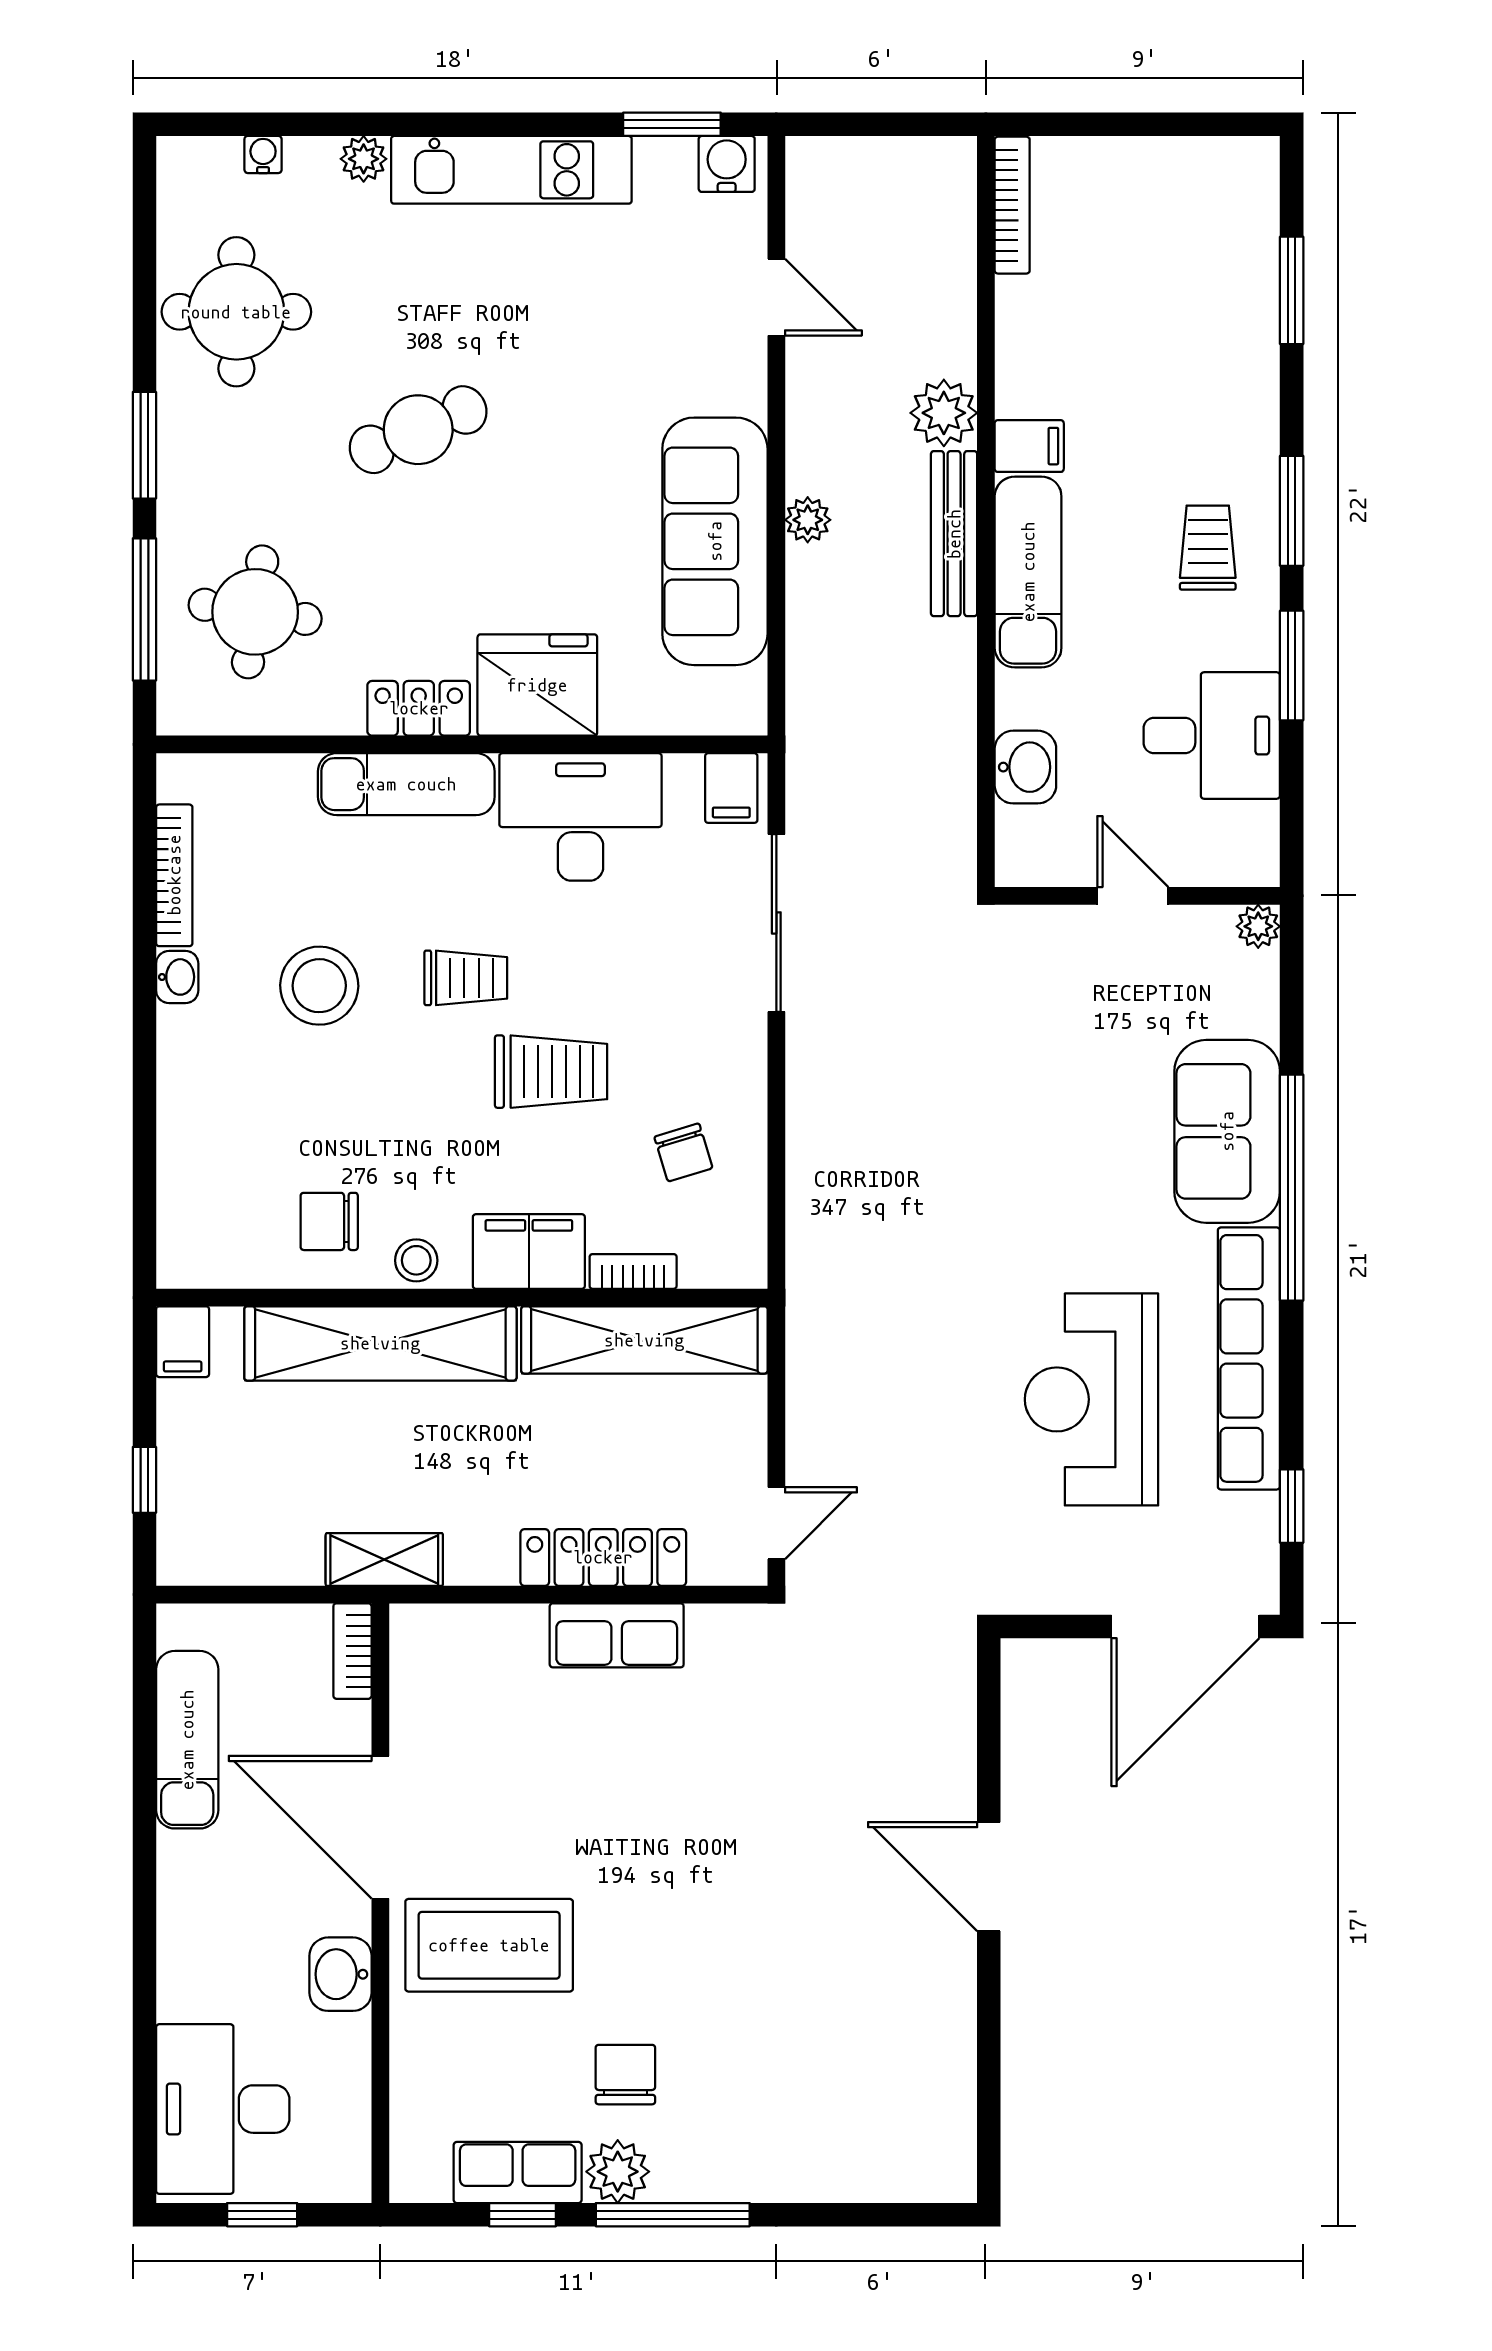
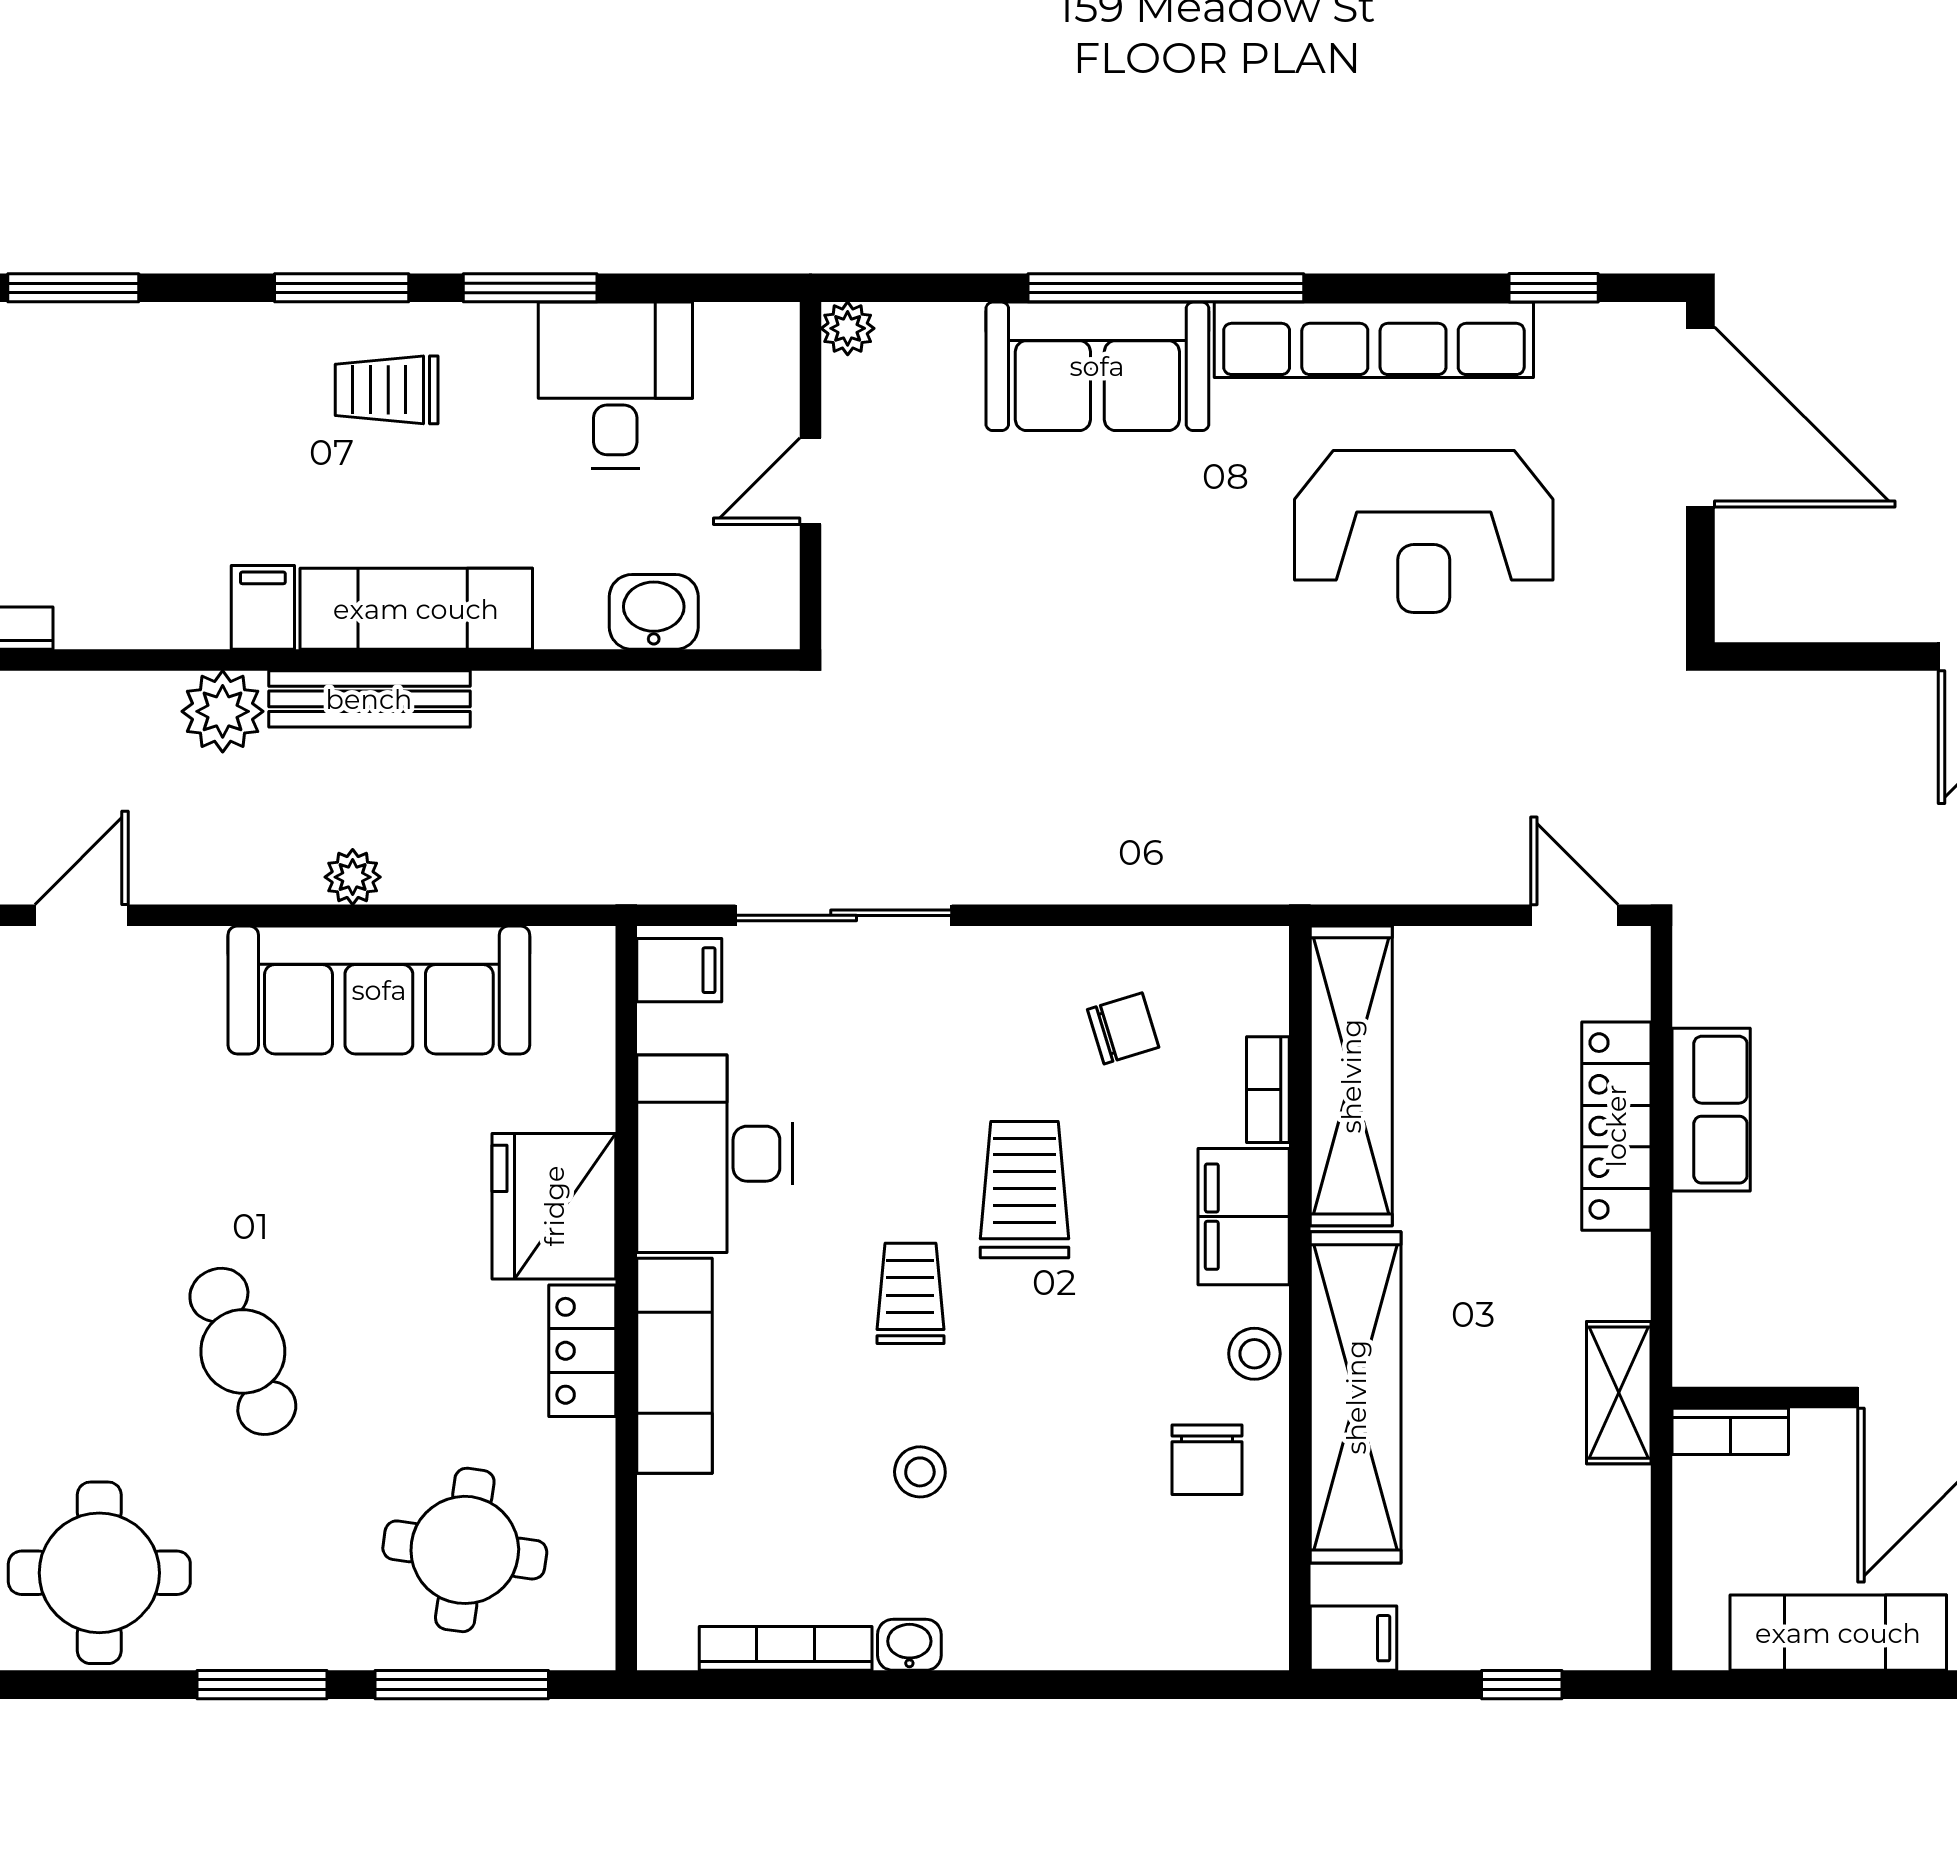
stool: (319, 986) -> (920, 1472), width x0.53, depth x0.53

